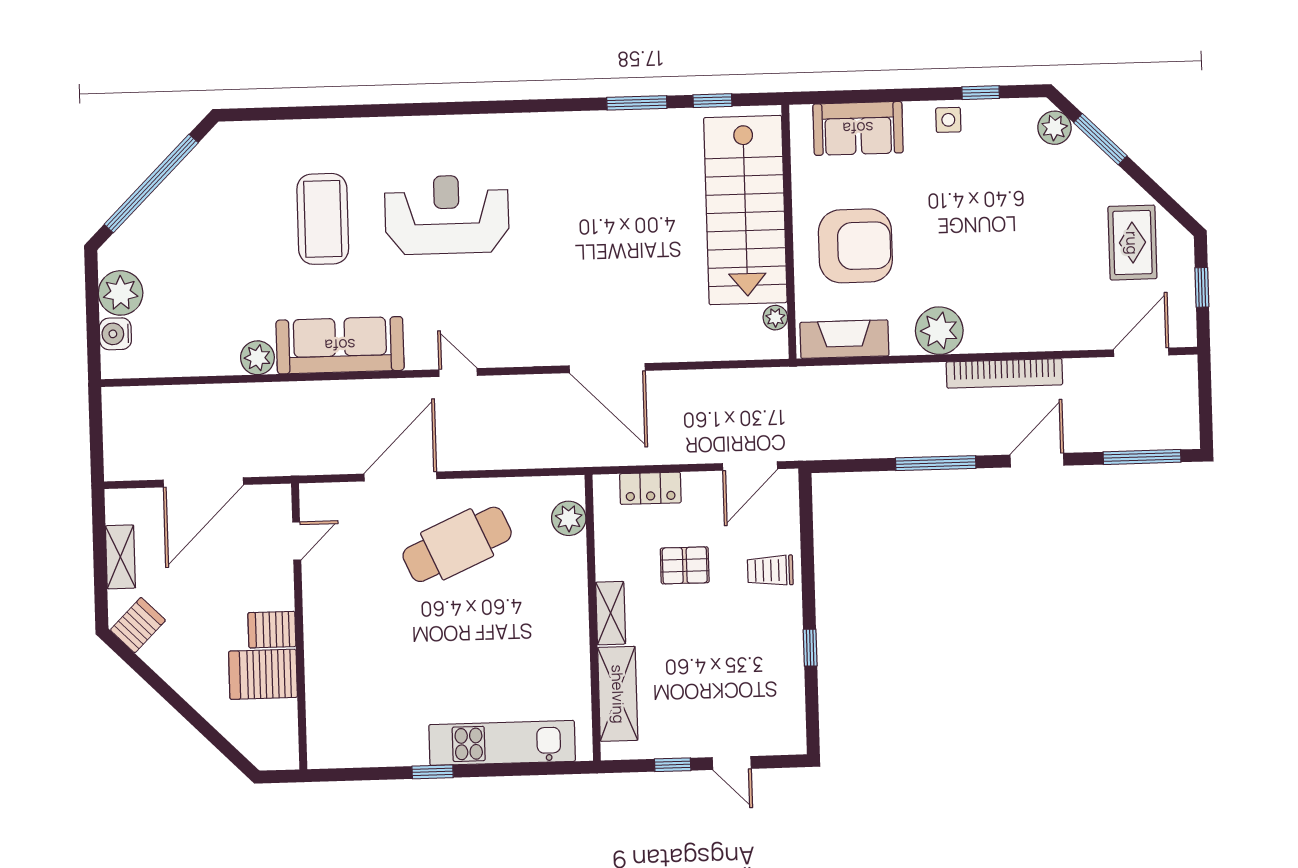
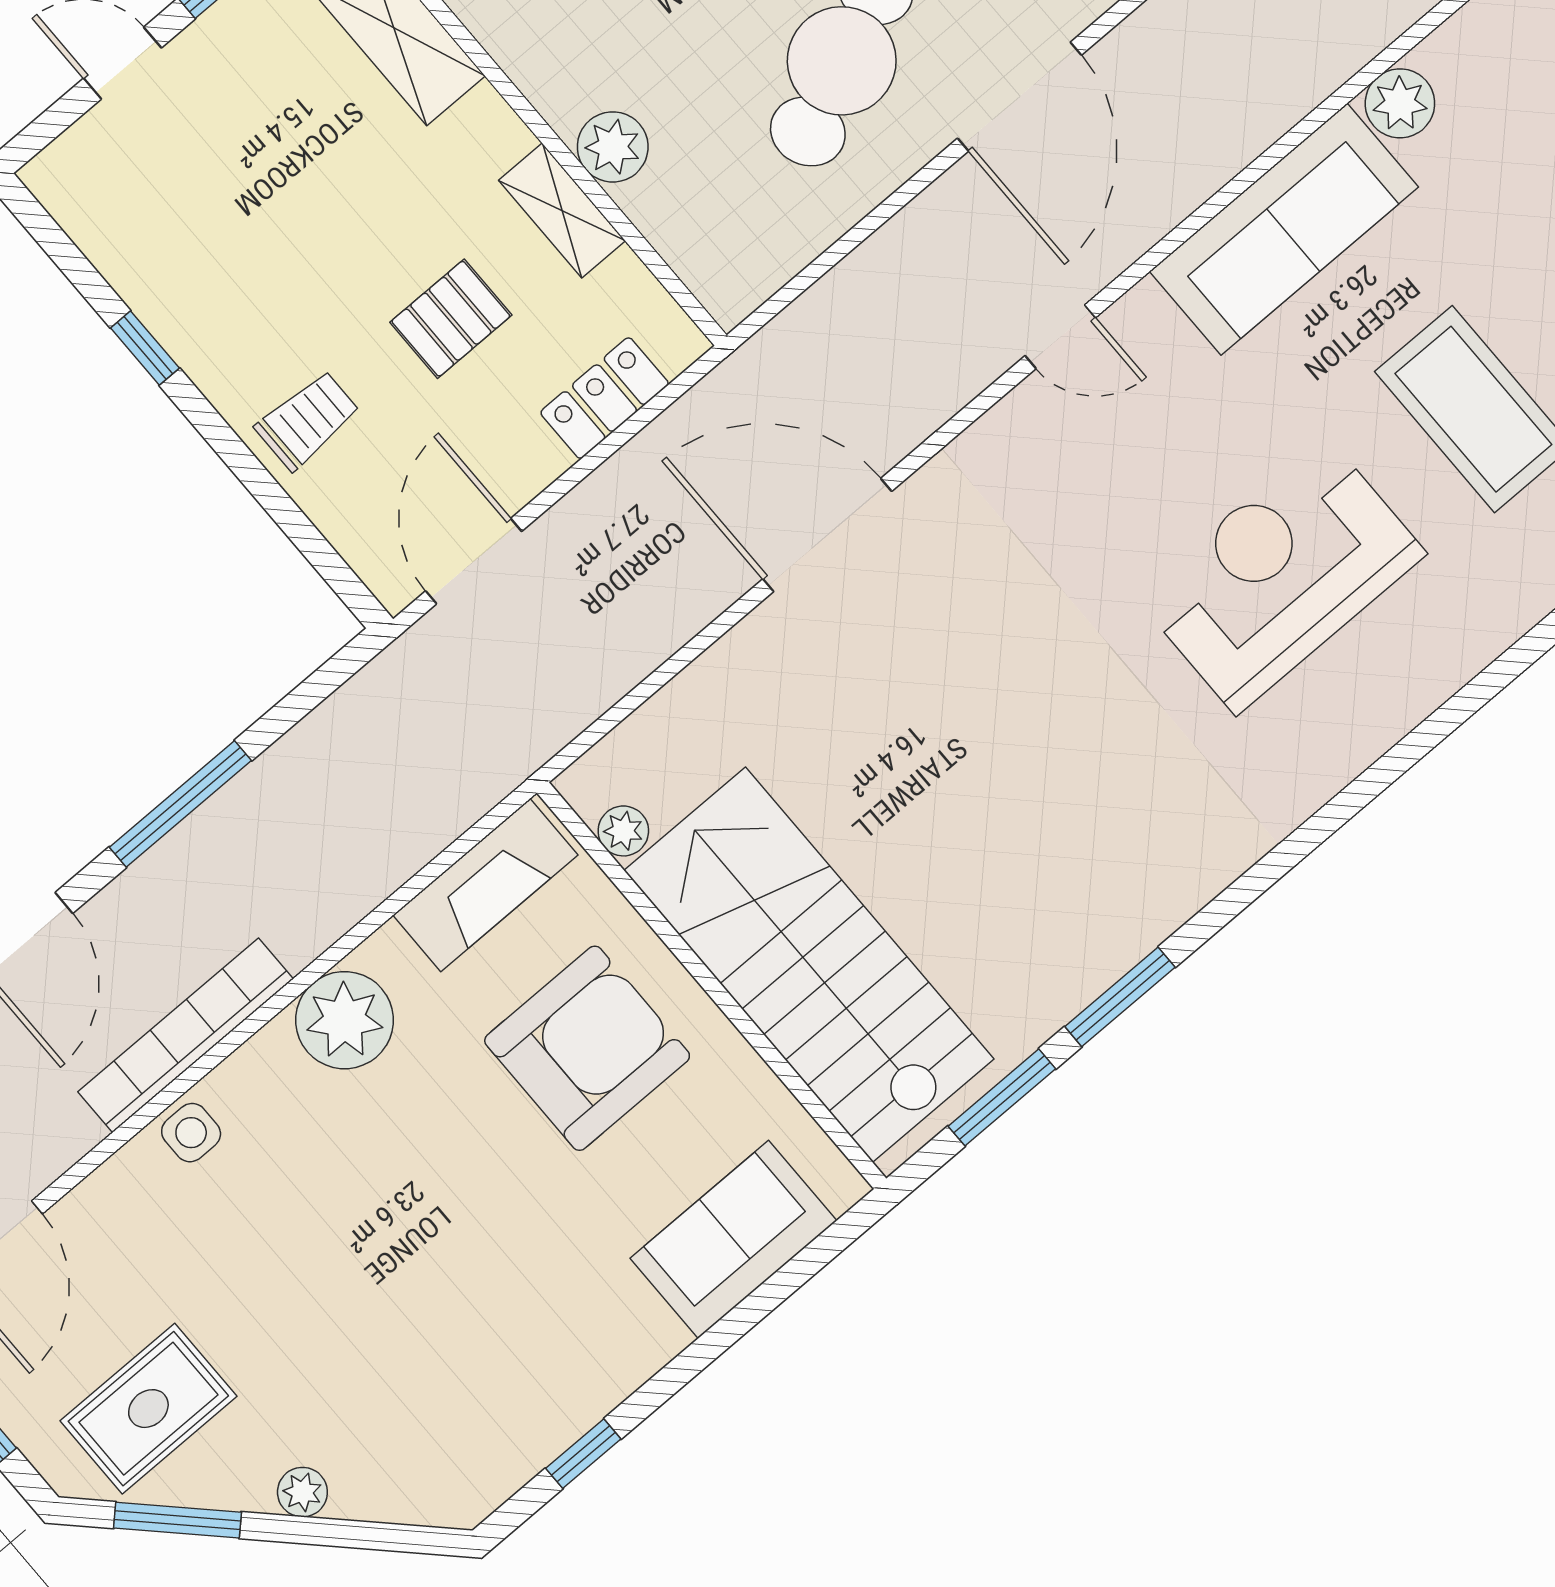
window: (712, 101) -> (1002, 1097), width x1.50
side table: (948, 120) -> (191, 1133), moved
plant: (1054, 128) -> (302, 1492), moved, width x0.73, depth x0.73
window: (1100, 139) -> (178, 1520), moved
reception desk: (447, 215) -> (1281, 575), turned 180
rug: (1132, 243) -> (148, 1409), turned 90
armchair: (855, 246) -> (587, 1048), turned 180
plant: (569, 518) -> (613, 147), moved
shelving: (611, 613) -> (562, 211), moved

